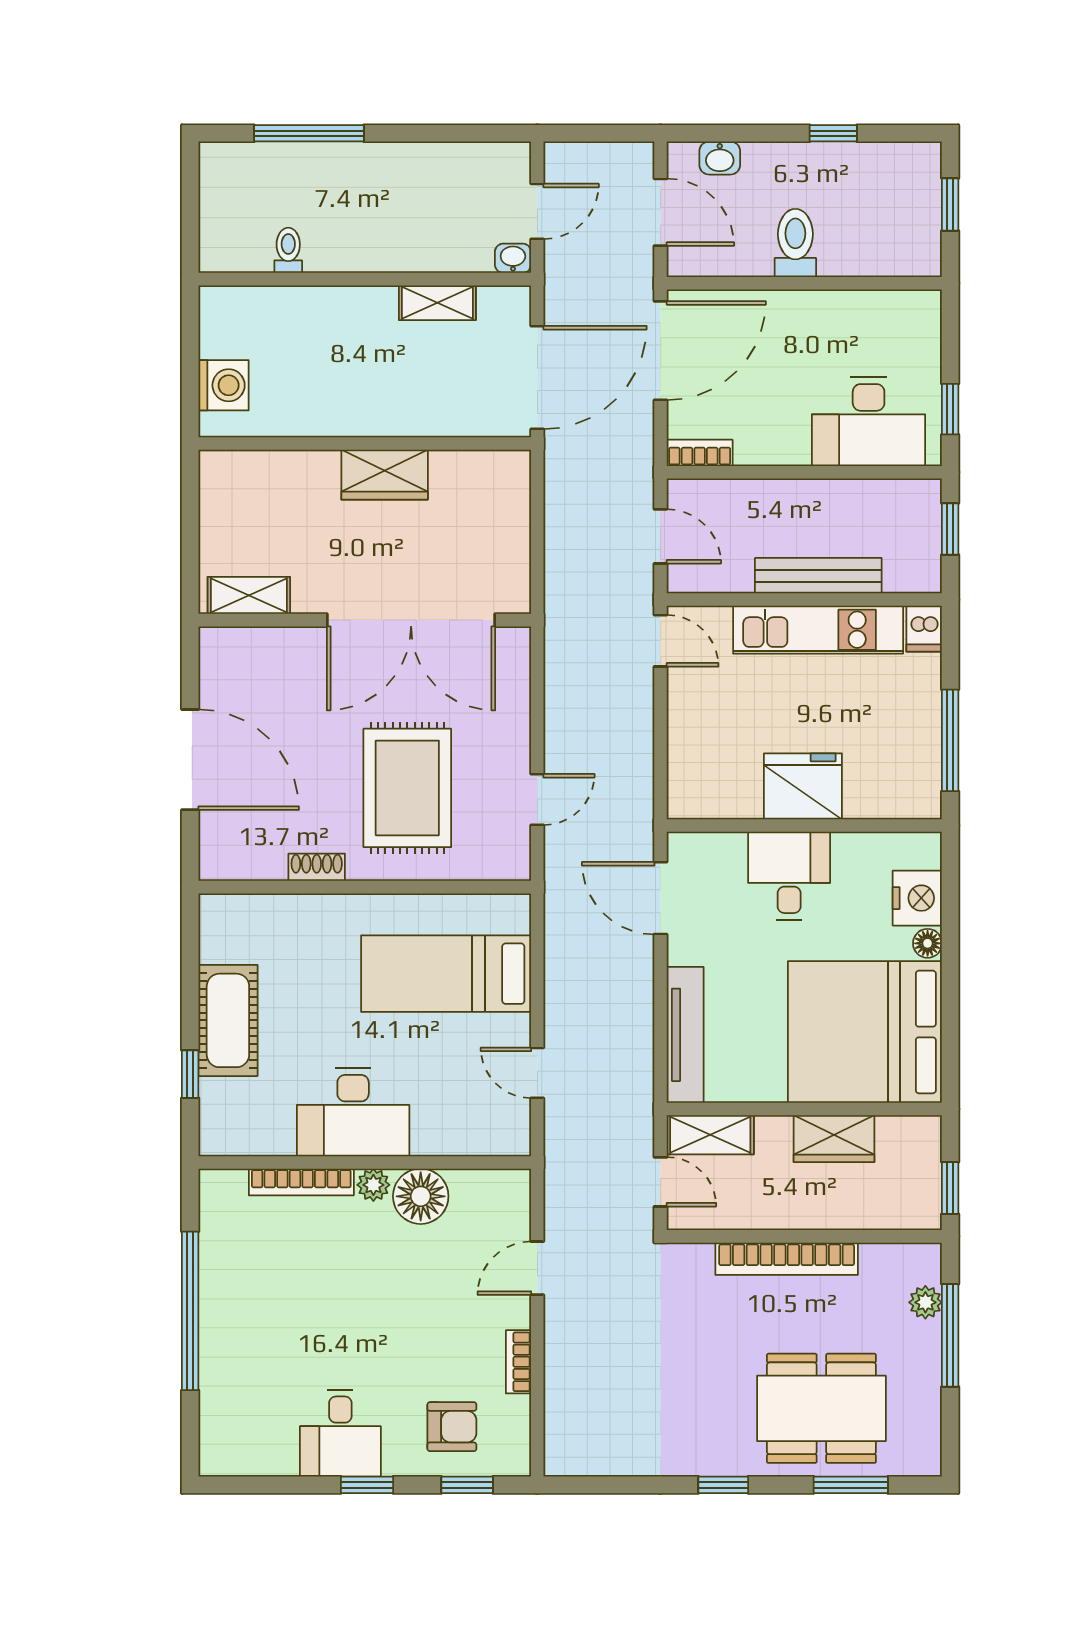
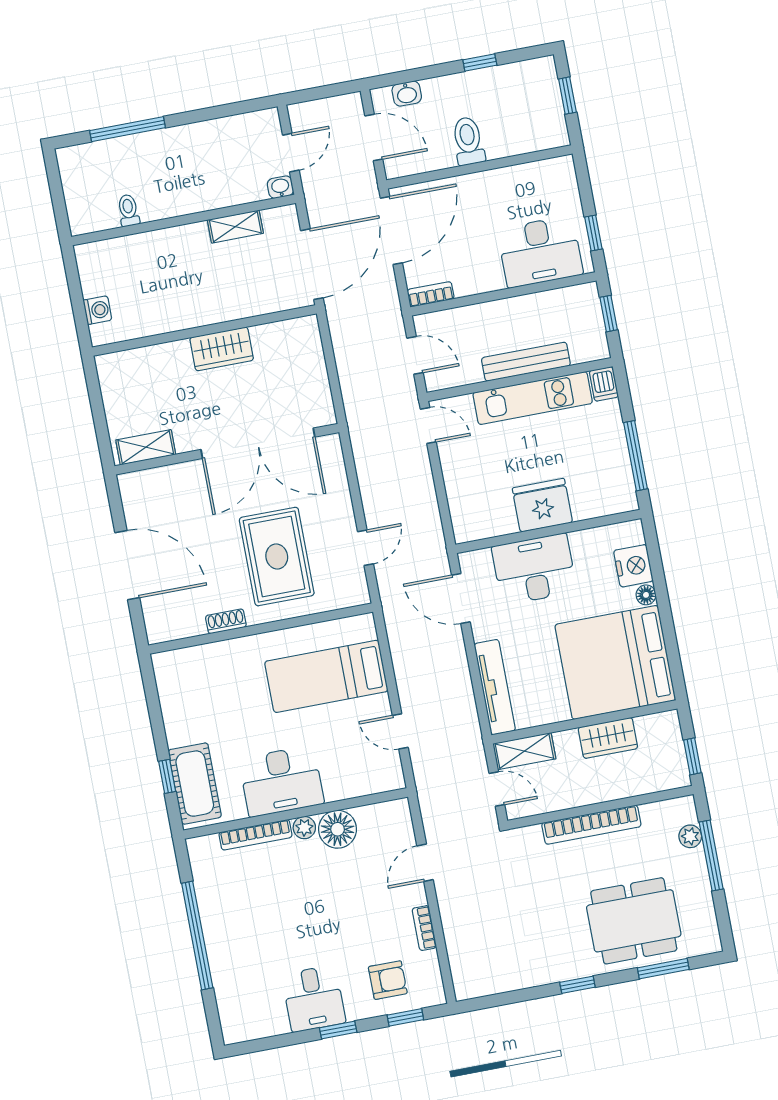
washing machine: (224, 385) -> (97, 310), width x0.73, depth x0.73
desk: (789, 876) -> (534, 569), width x1.37
cot: (228, 1020) -> (195, 784), moved

